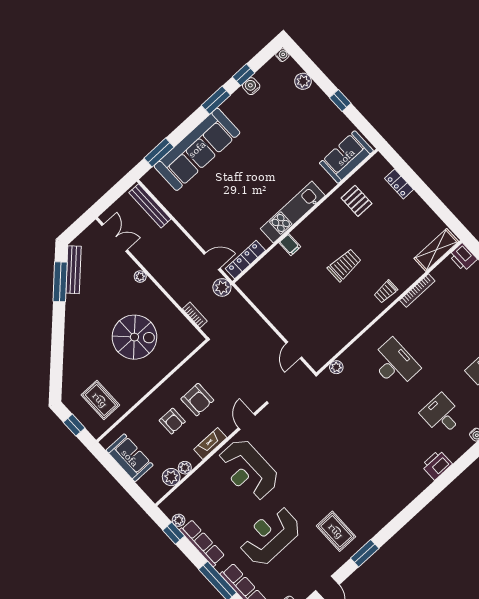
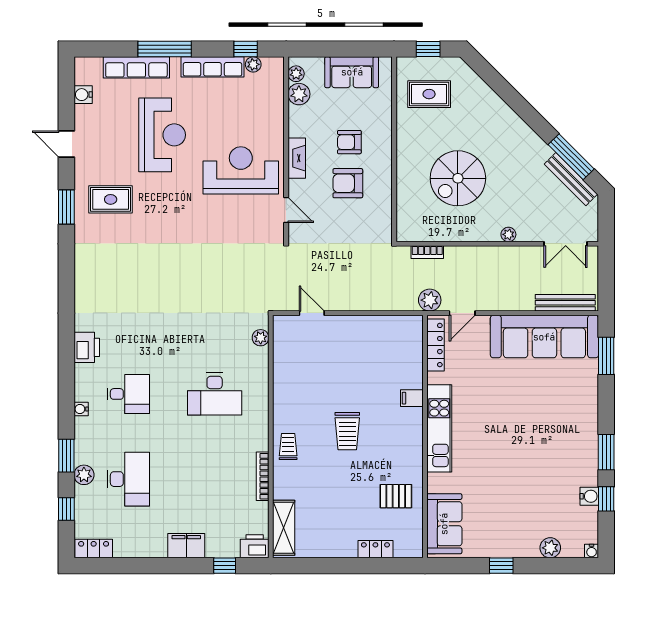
sofa: (197, 149) -> (544, 337), moved, turned -90
plant: (185, 468) -> (296, 74), moved

